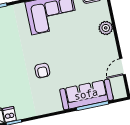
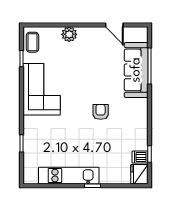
armchair: (42, 71) -> (101, 112), turned -90

